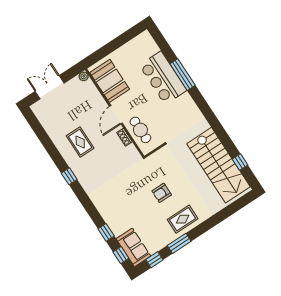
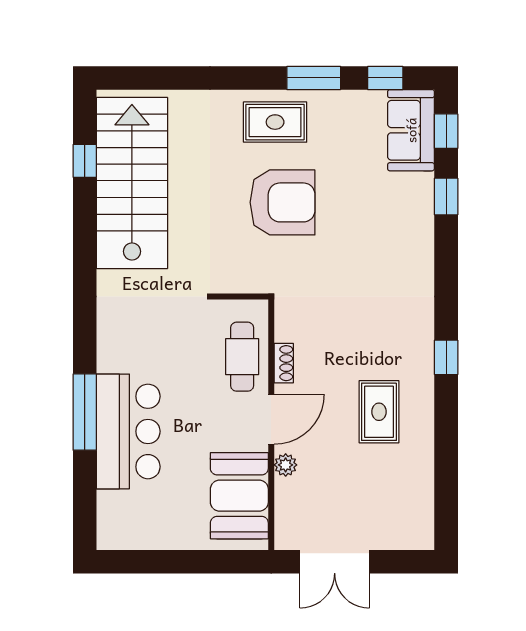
plant: (84, 76) -> (286, 465), moved
double door: (50, 87) -> (335, 562), moved
armchair: (162, 193) -> (283, 202), width x1.88, depth x1.88

